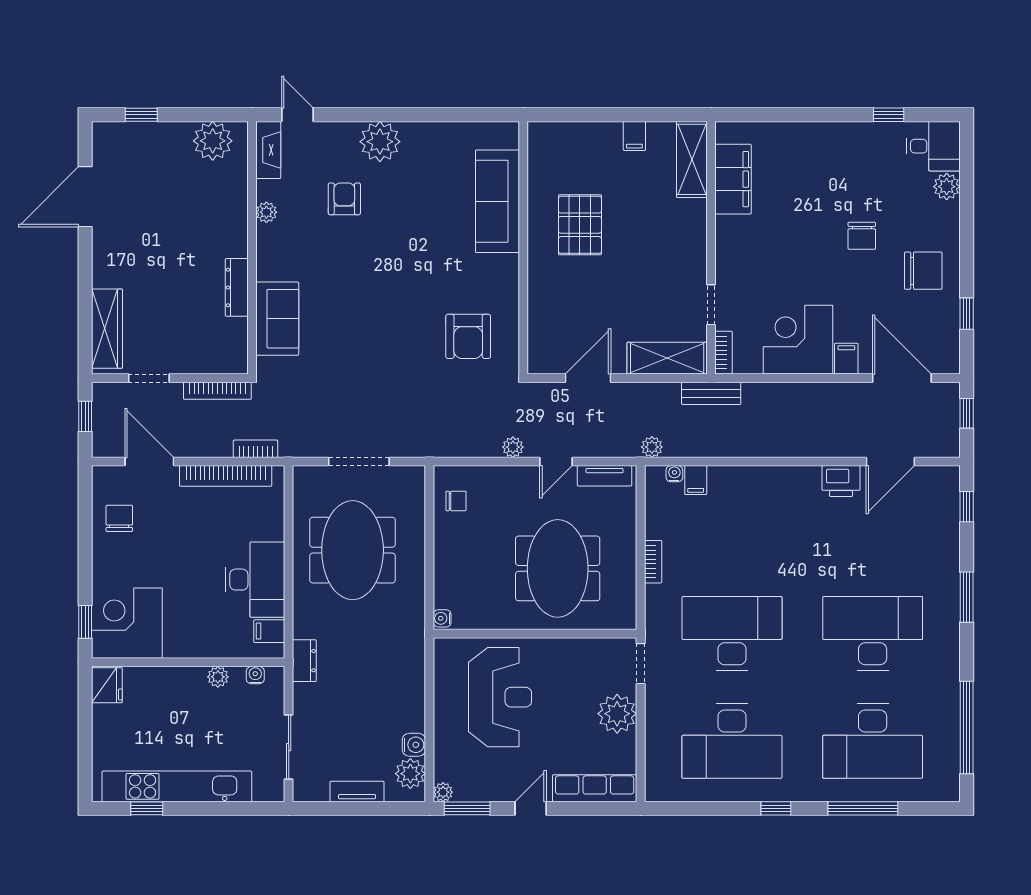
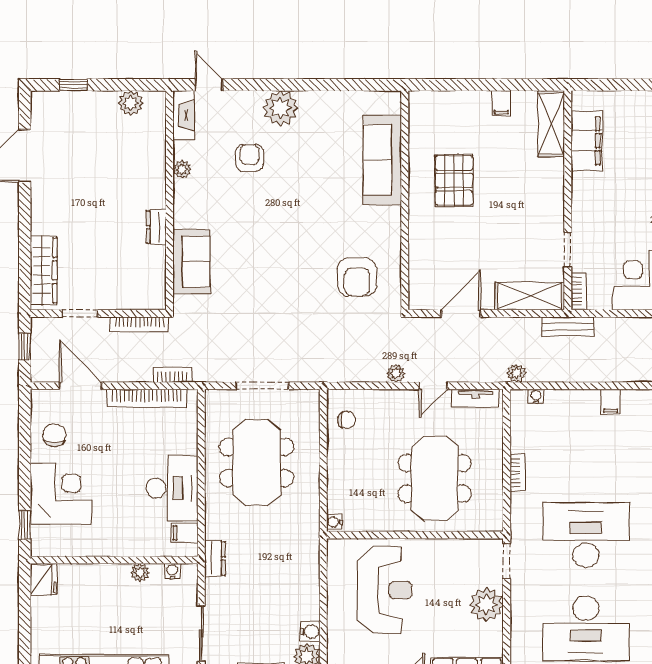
plant: (213, 141) -> (131, 103), width x0.73, depth x0.73
dresser: (237, 287) -> (156, 227), width x0.70
filing cabinet: (696, 480) -> (611, 402), moved
corner desk: (127, 623) -> (61, 494), moved, turned 90

